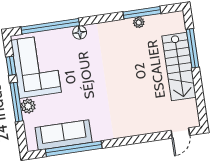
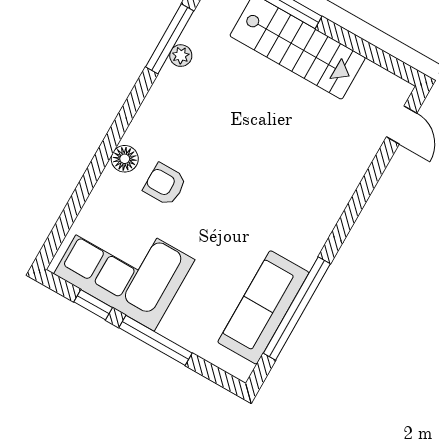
window: (50, 26) -> (80, 196), removed
armchair: (82, 57) -> (165, 184), added
plant: (28, 106) -> (176, 327), removed

